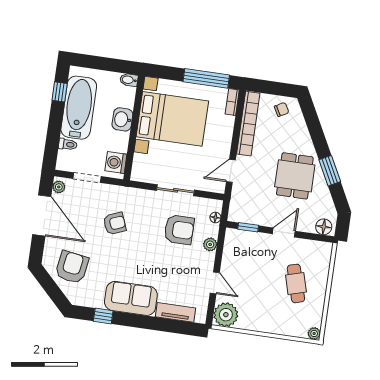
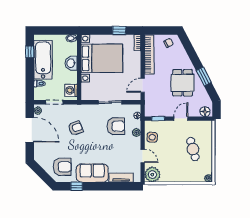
window: (206, 78) -> (119, 30), width x0.46
side table: (234, 255) -> (152, 137), added
armchair: (72, 267) -> (62, 167), moved, turned 81

